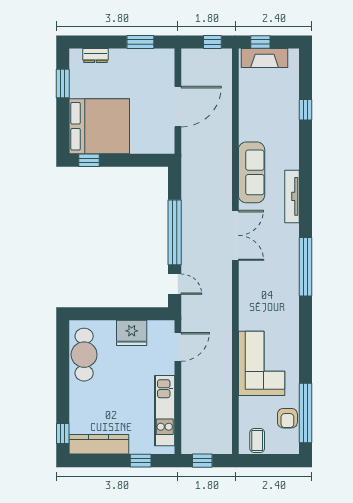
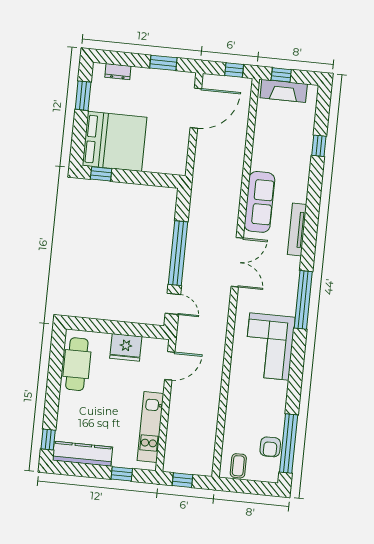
door: (178, 107) -> (196, 108), moved
corner sofa: (262, 363) -> (269, 346), moved, turned 180

